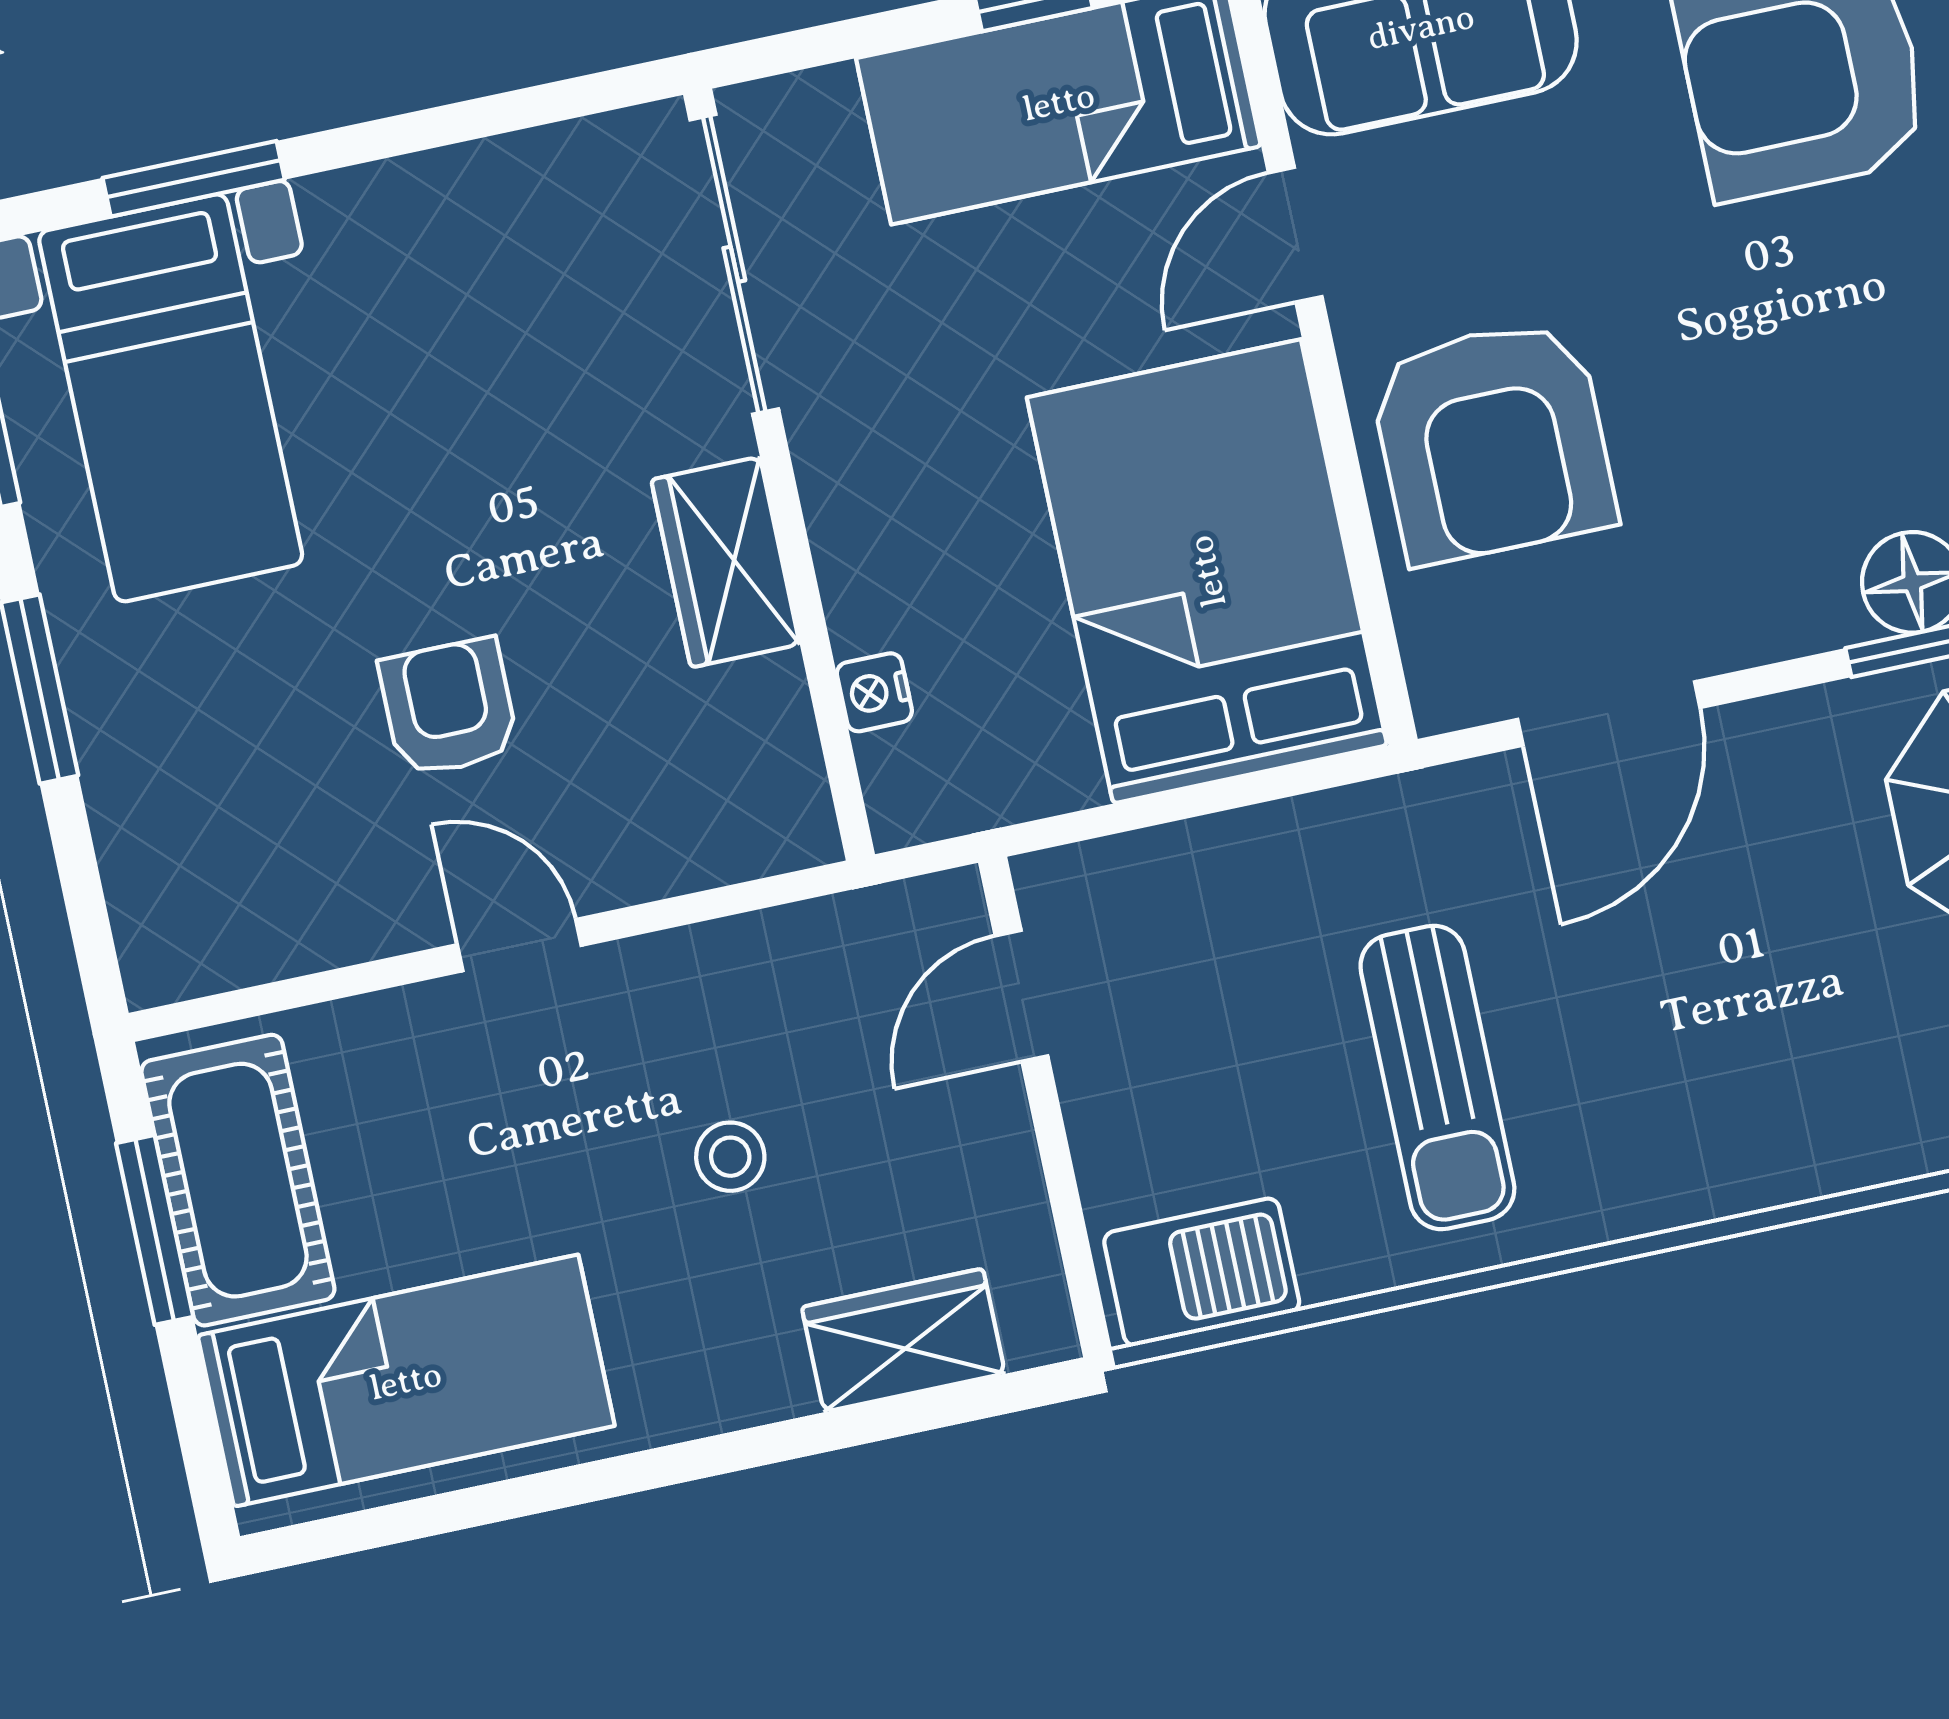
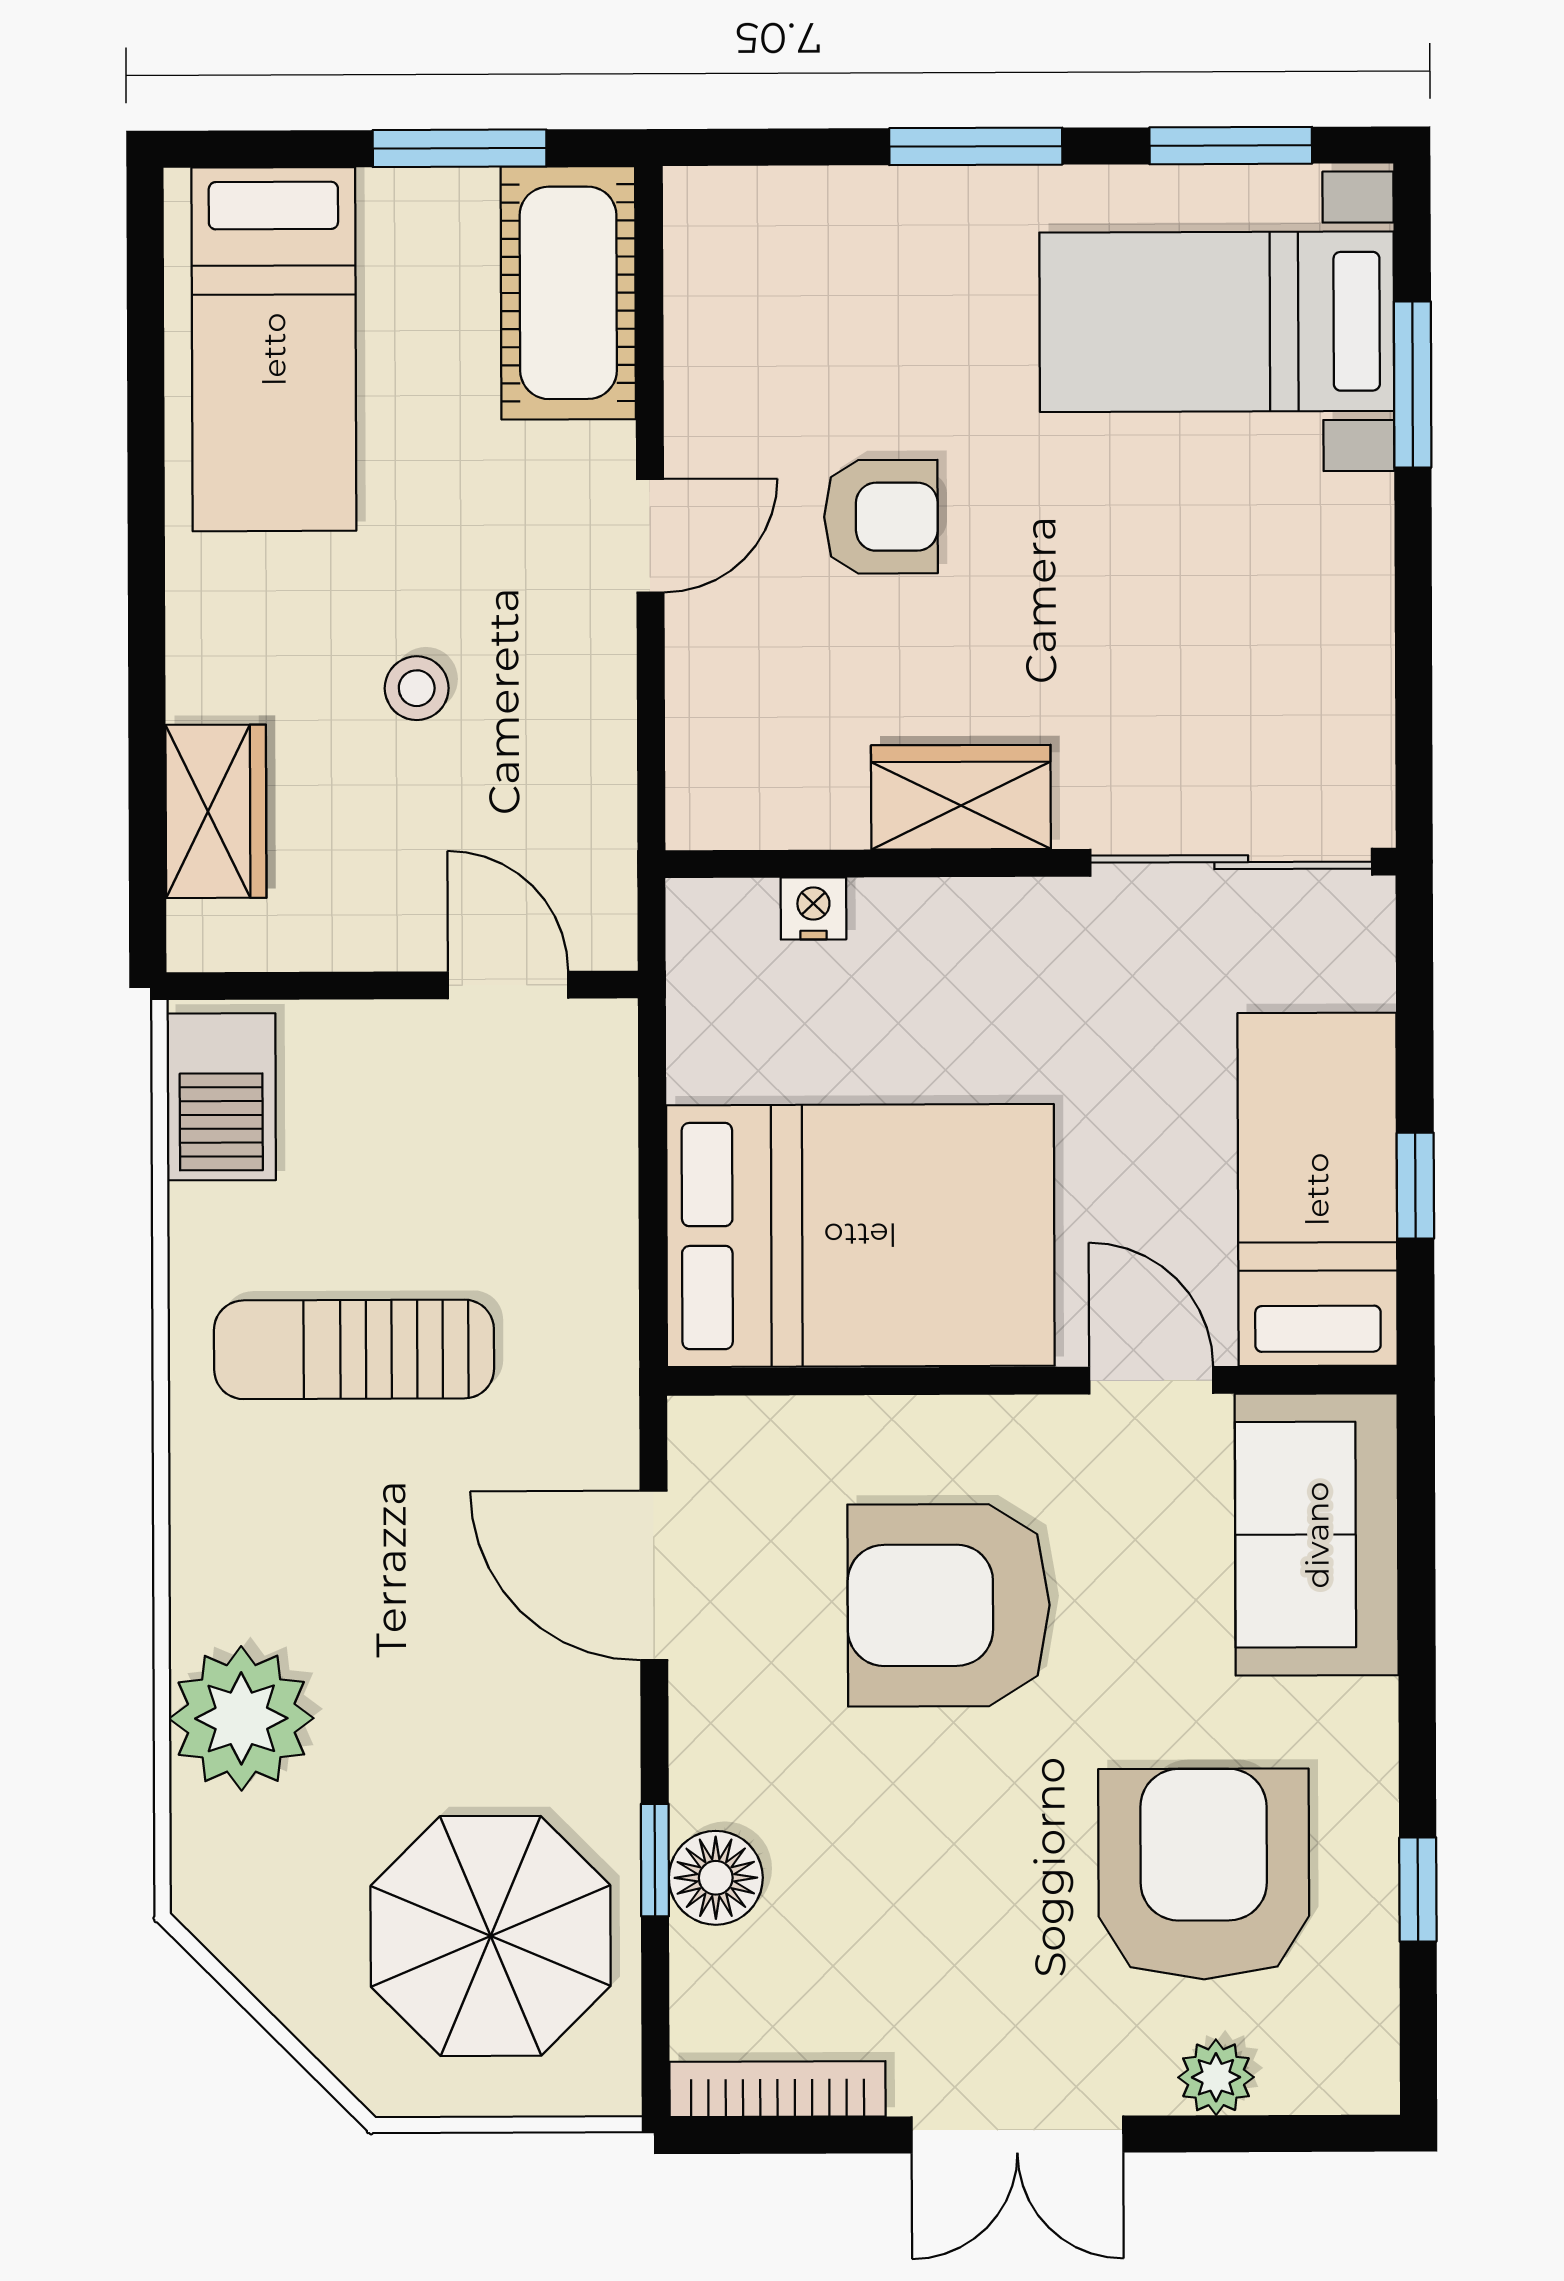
armchair: (1492, 441) -> (949, 1605), moved
plant: (1849, 1115) -> (241, 1718), added
cot: (238, 1180) -> (568, 293), moved, turned 90

